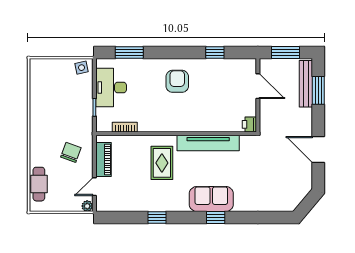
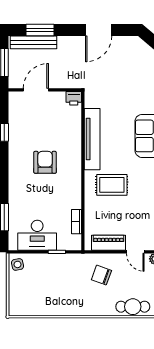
armchair: (177, 81) -> (45, 162), moved, turned 90

